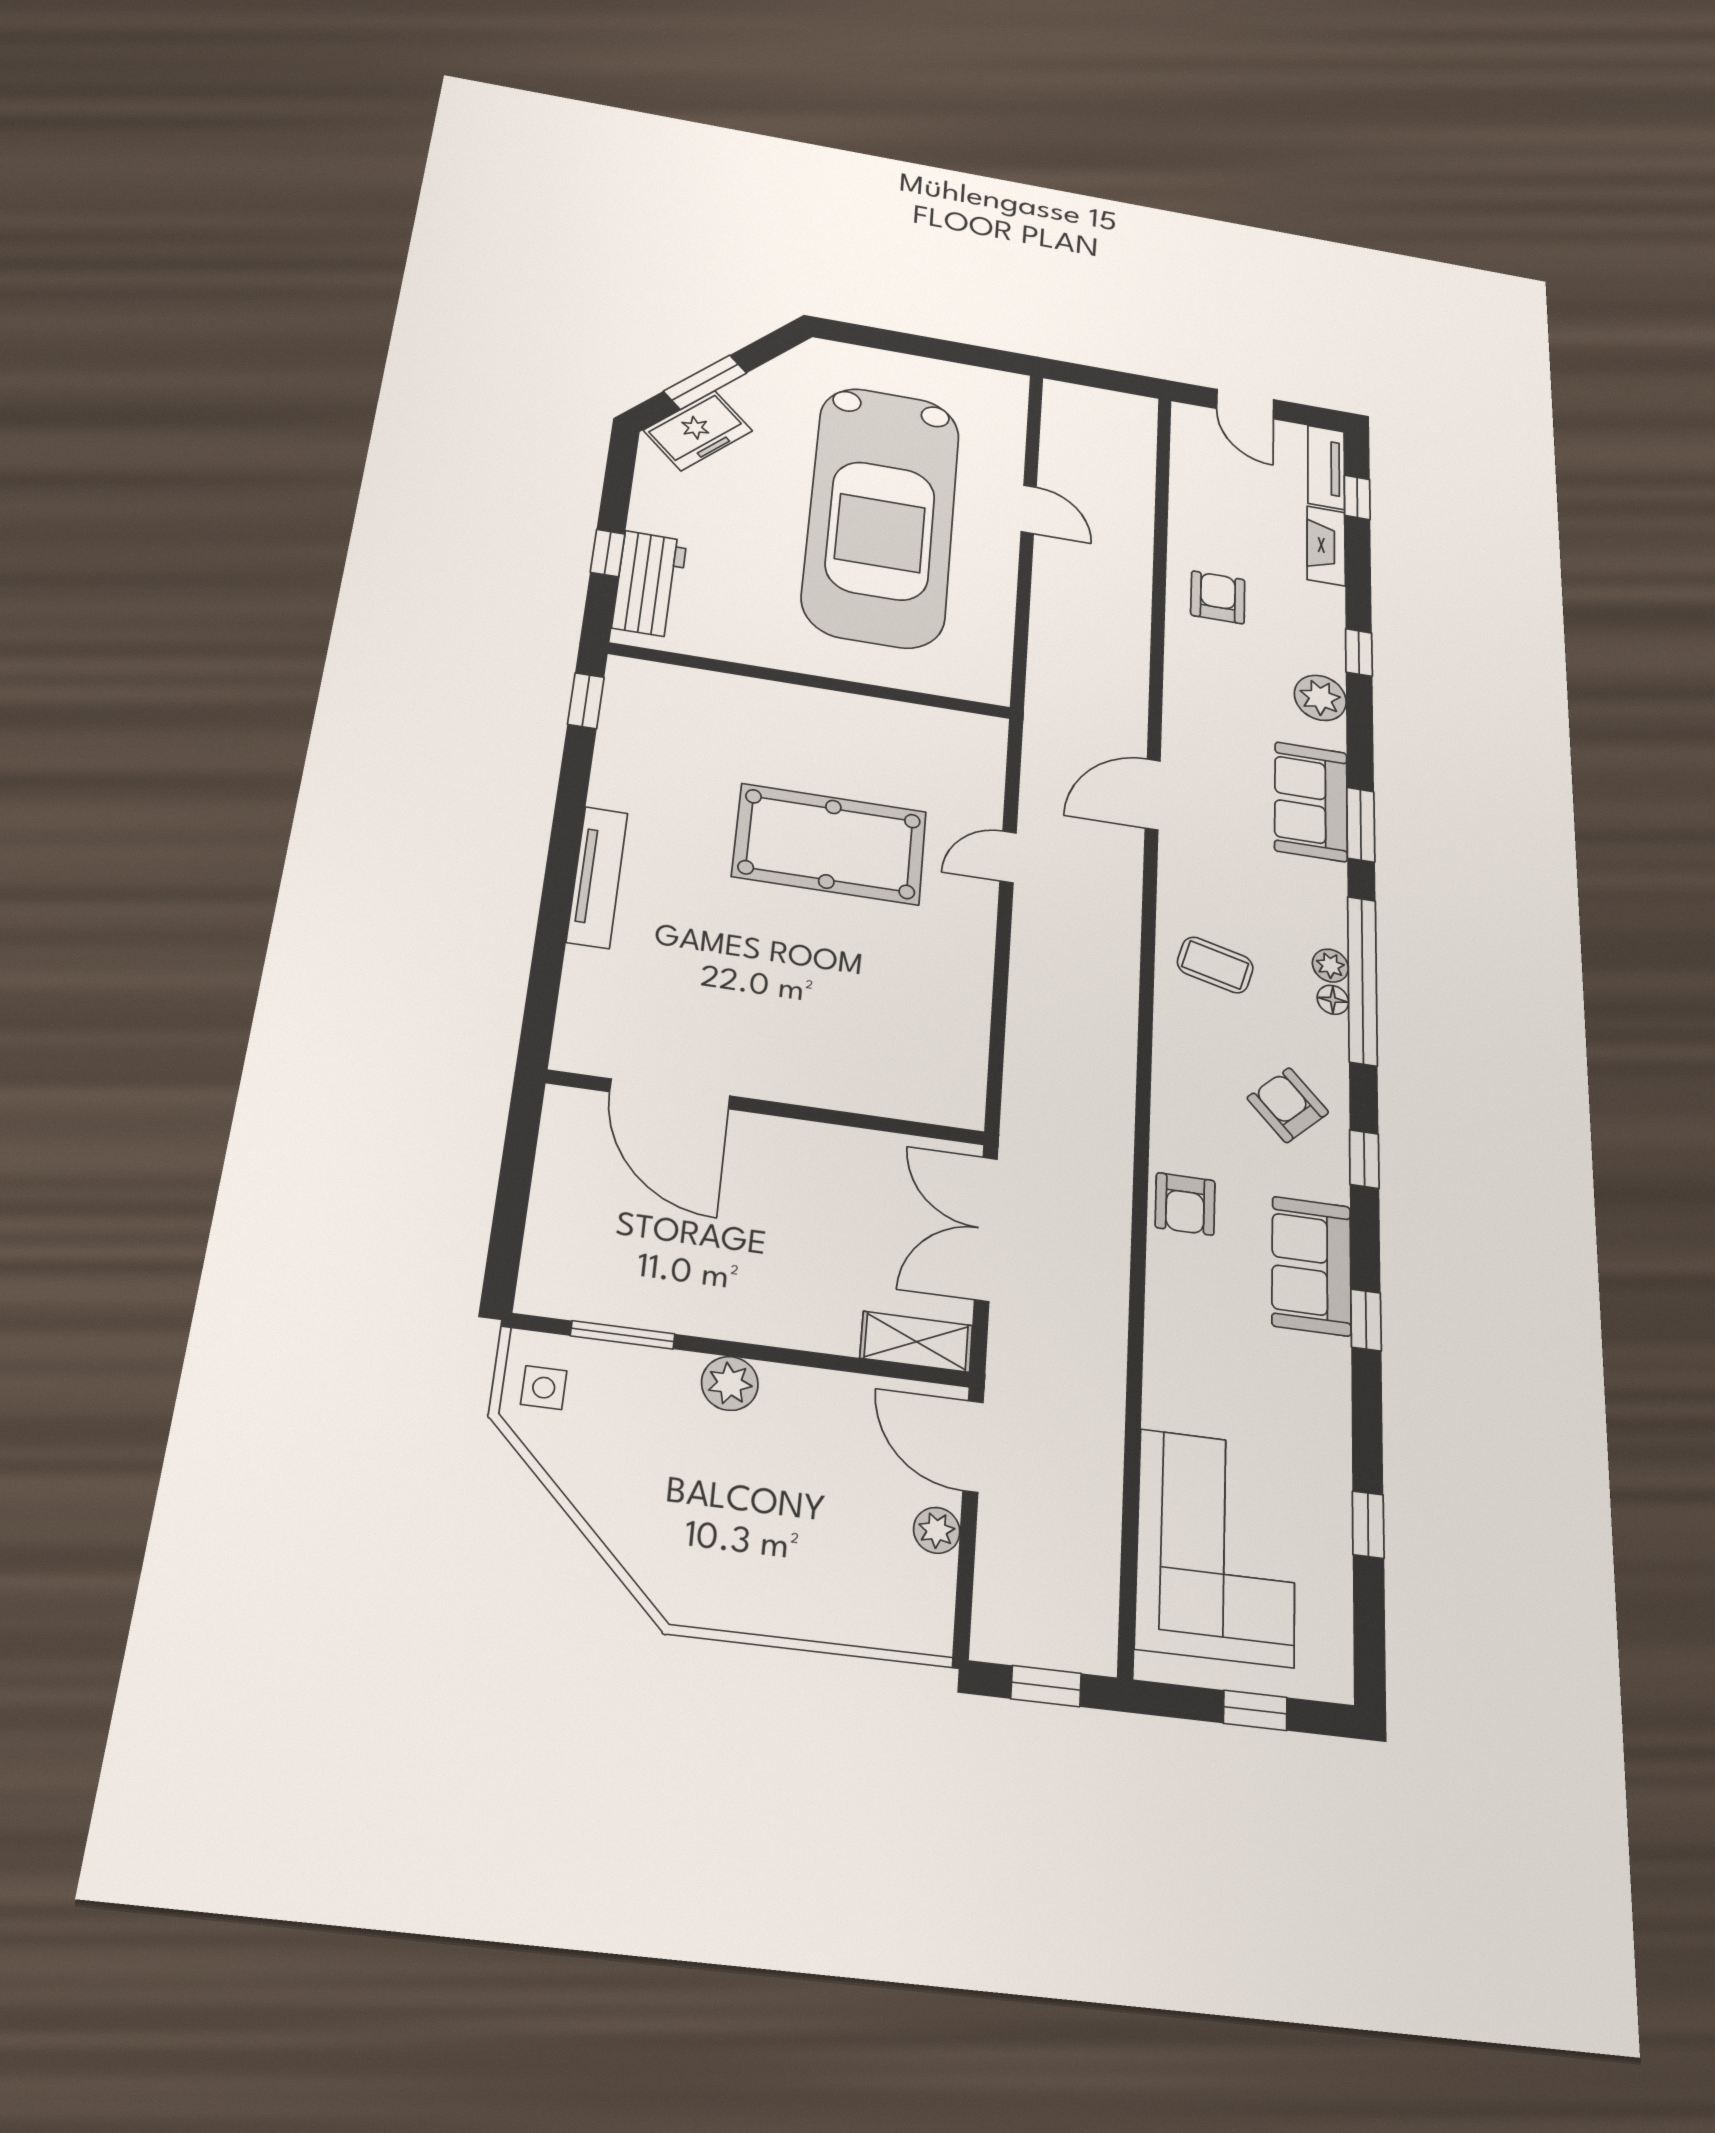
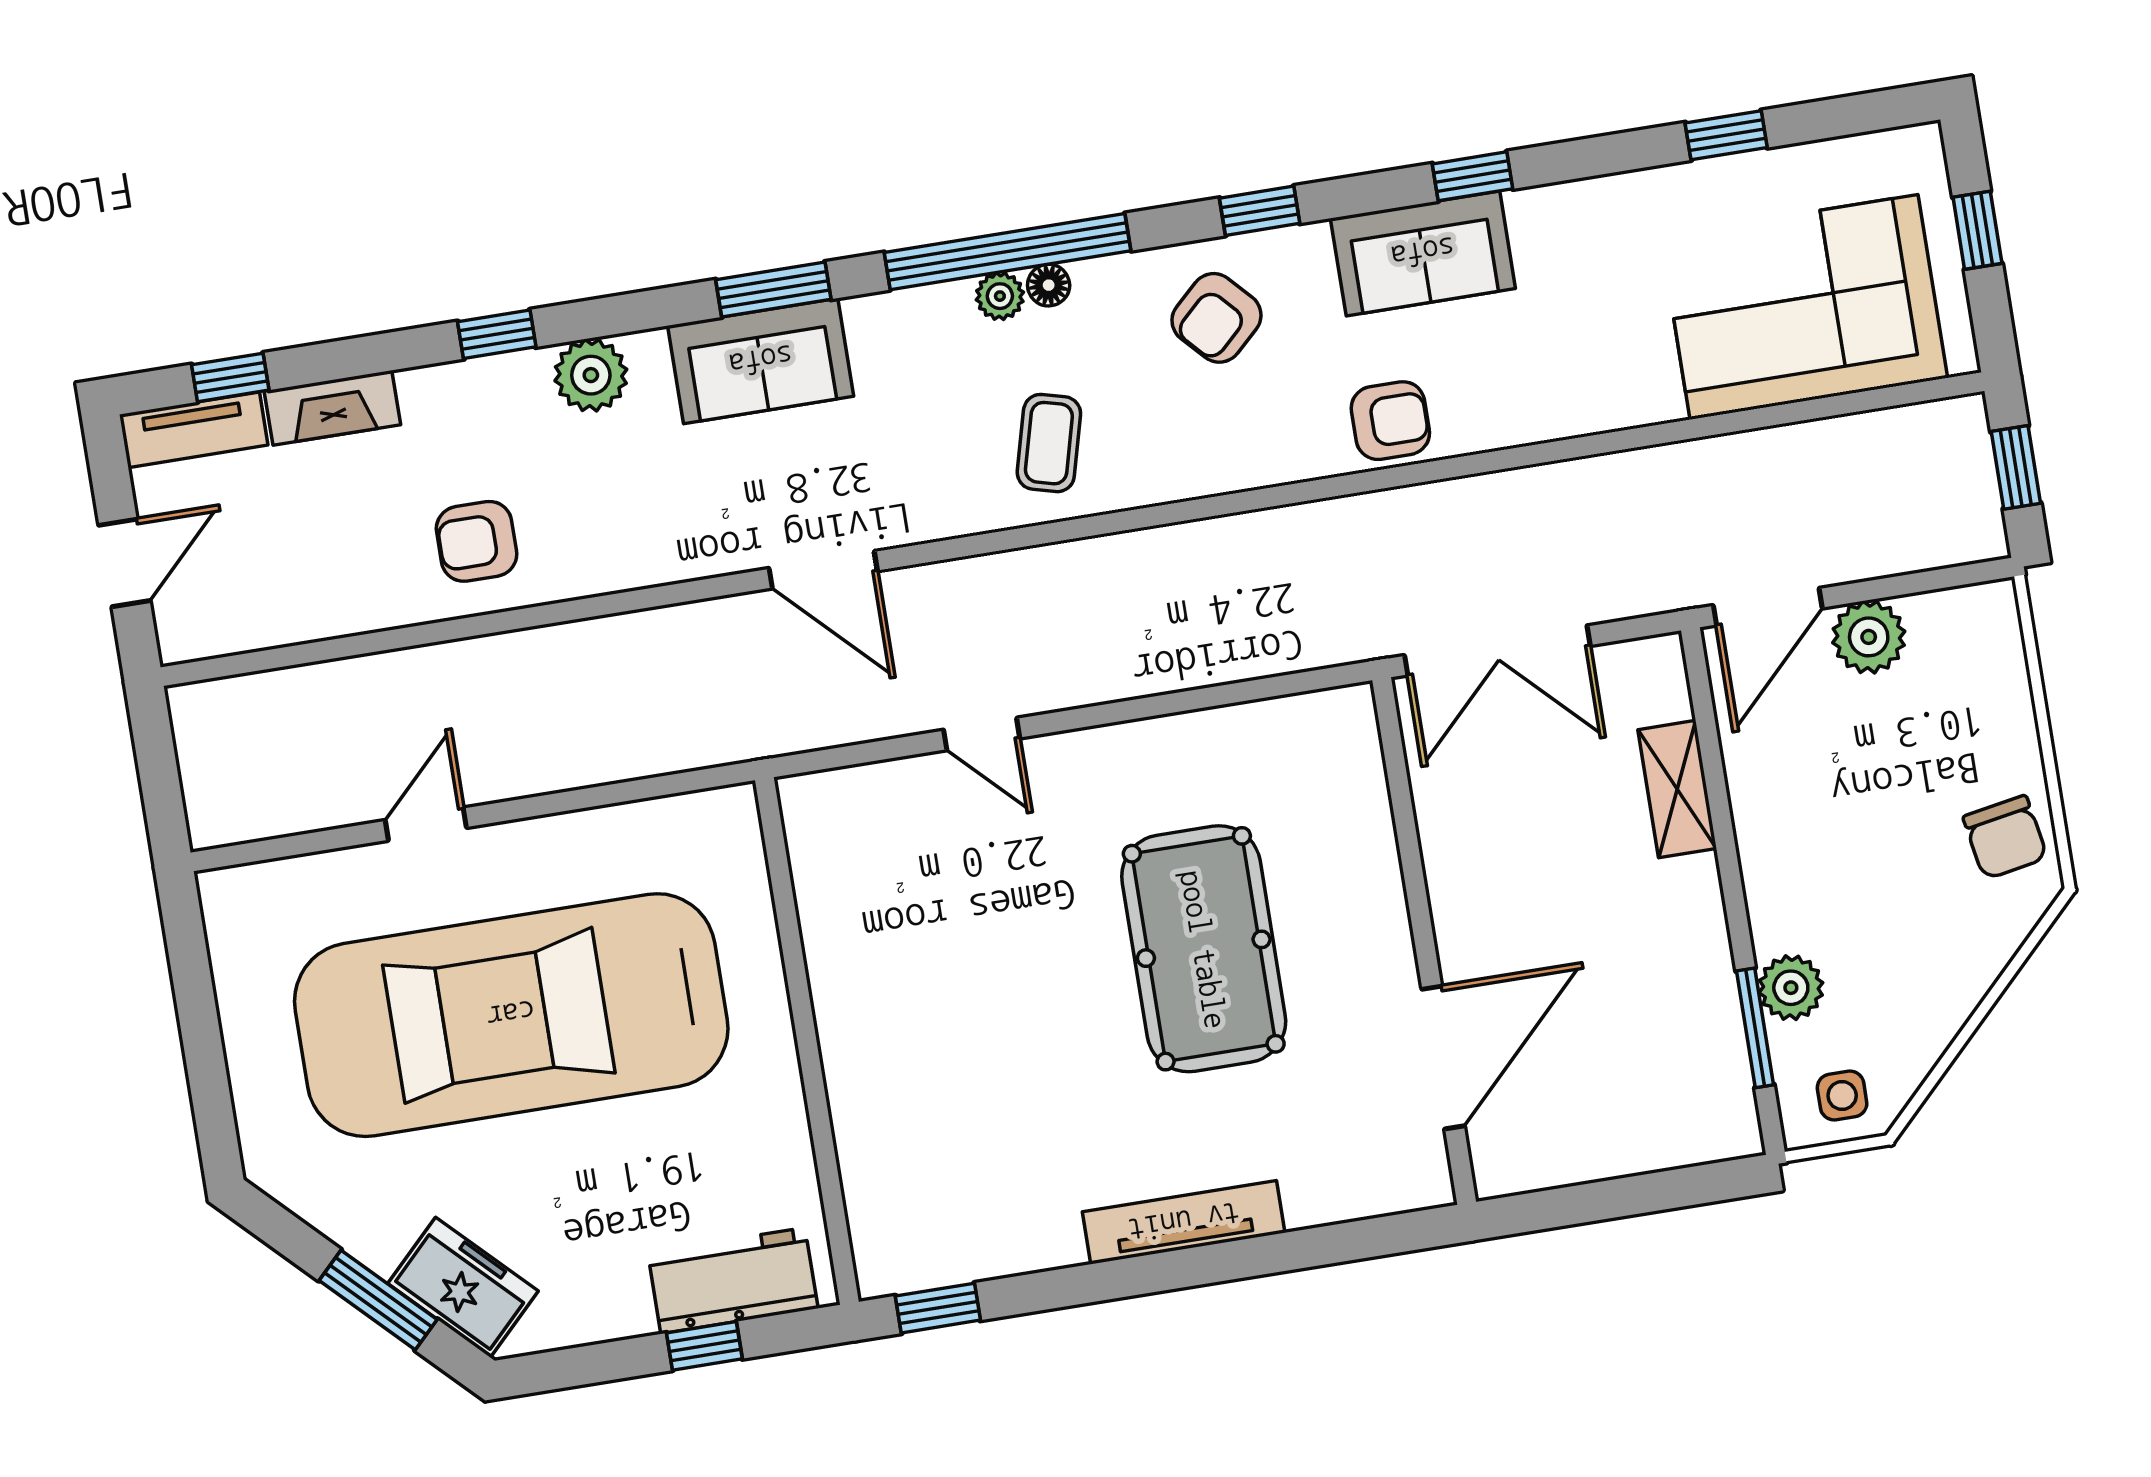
car: (882, 516) -> (511, 1015), turned 180
pool table: (830, 844) -> (1204, 949), moved
shelving: (916, 1342) -> (1677, 789), moved
plant: (730, 1383) -> (1791, 988), moved
plant: (937, 1530) -> (1869, 637), width x1.38, depth x1.38
chair: (727, 1586) -> (2005, 837), added

